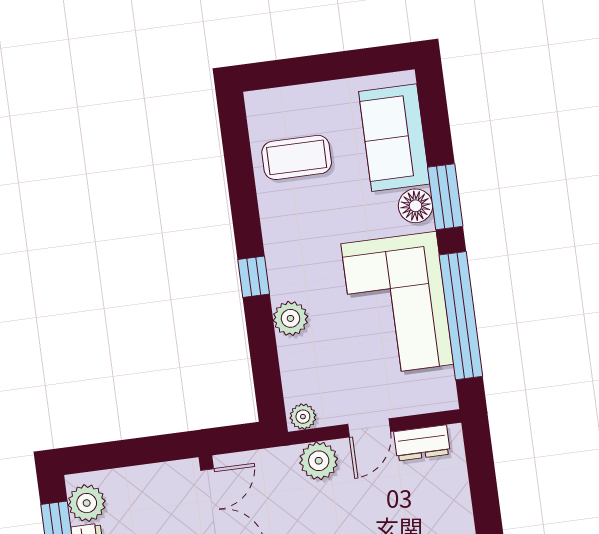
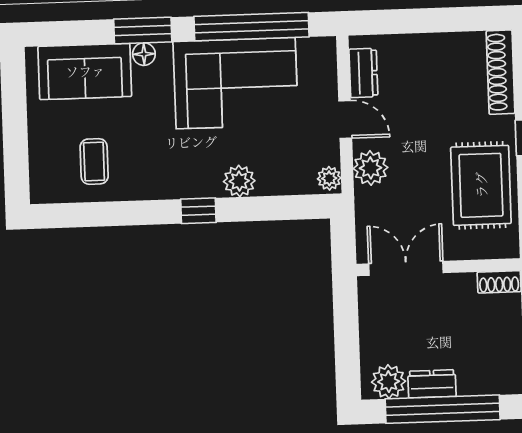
coffee table: (297, 157) -> (94, 161), width x0.73, depth x0.77
floor lamp: (416, 206) -> (144, 54), width x0.73, depth x0.73

